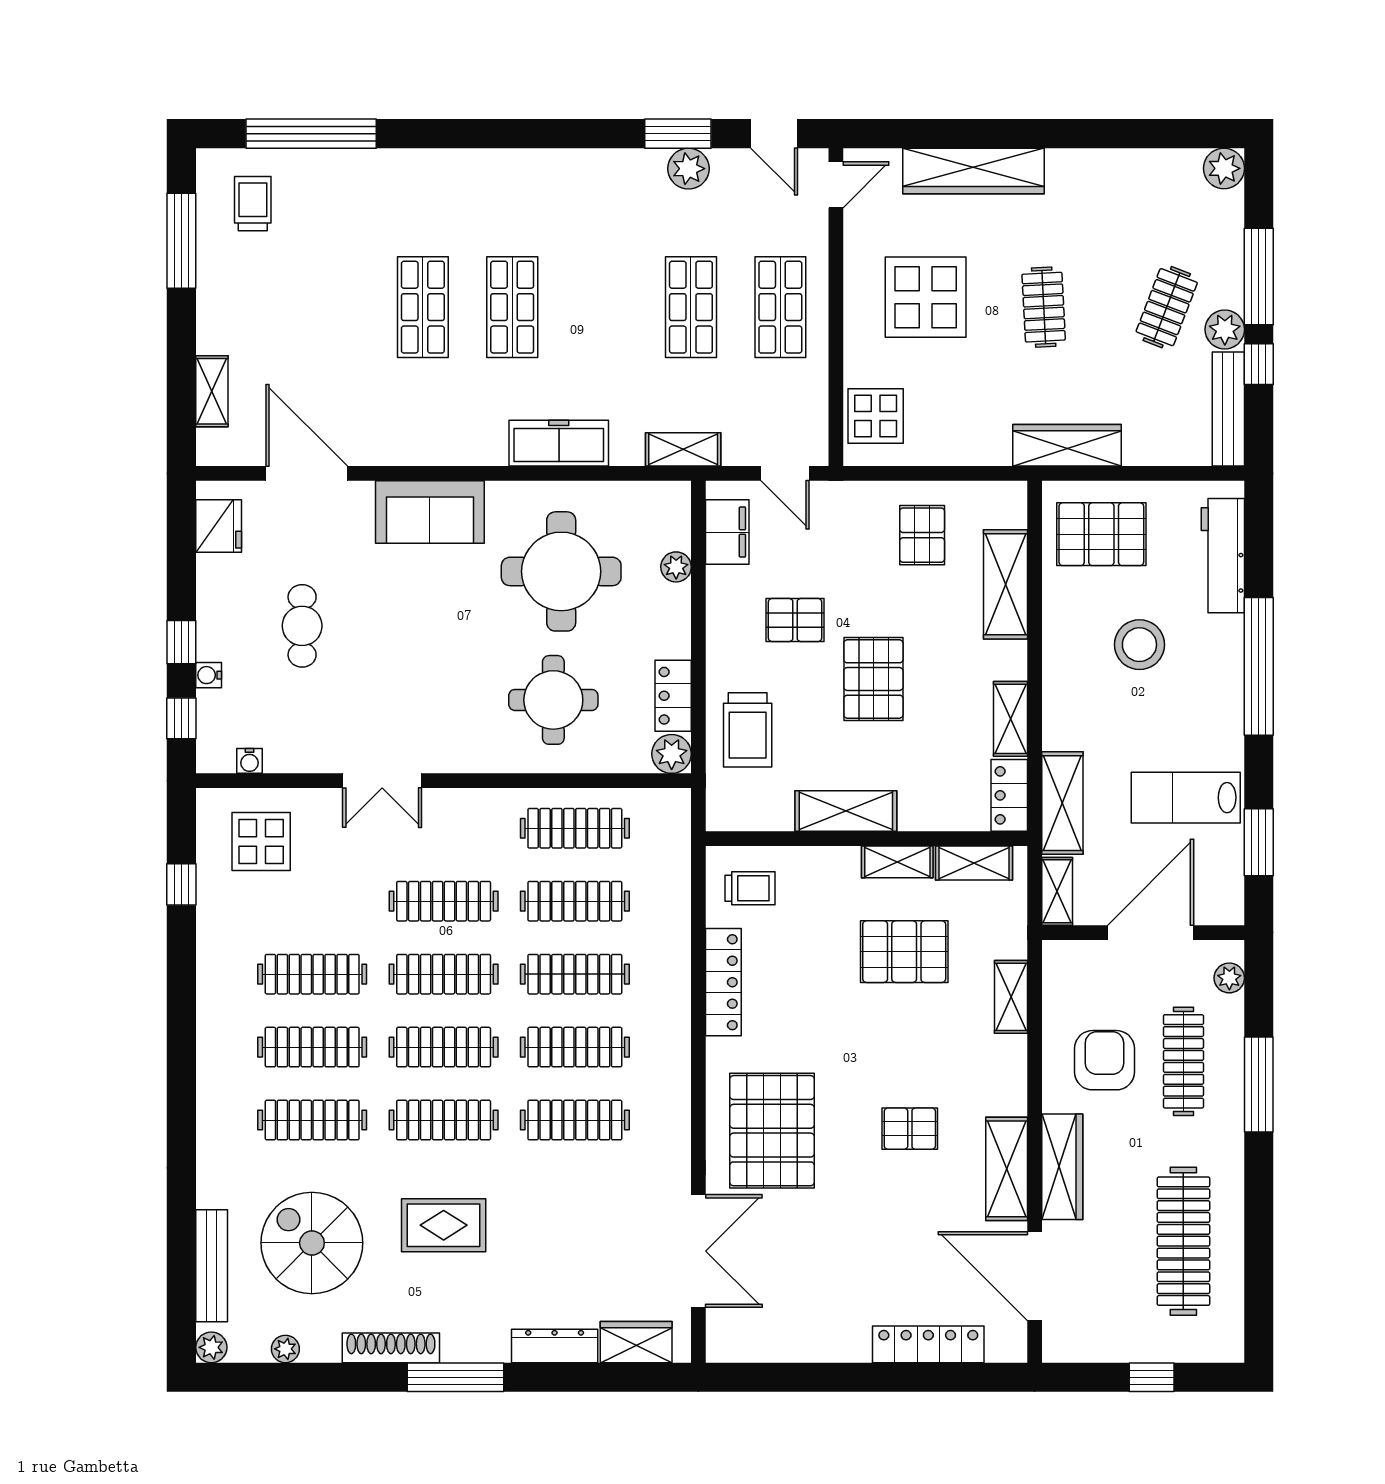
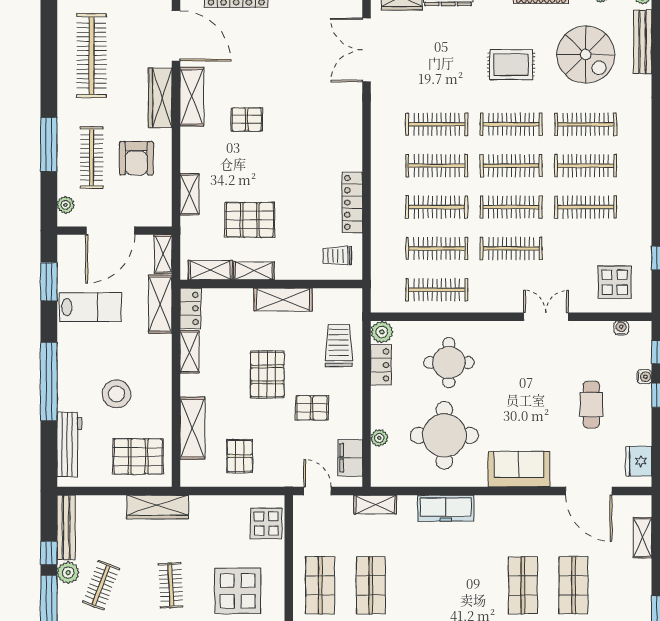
shop shelf: (512, 307) -> (574, 585), moved
pallet: (772, 1131) -> (325, 118), removed

